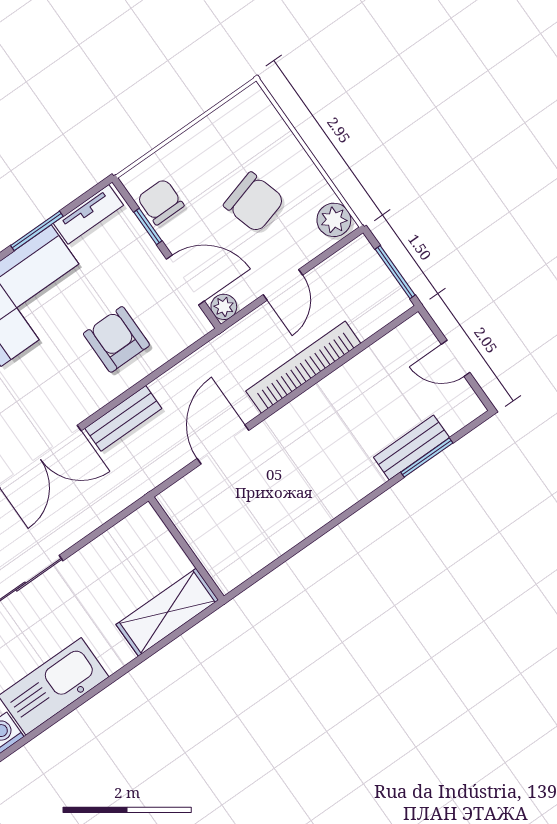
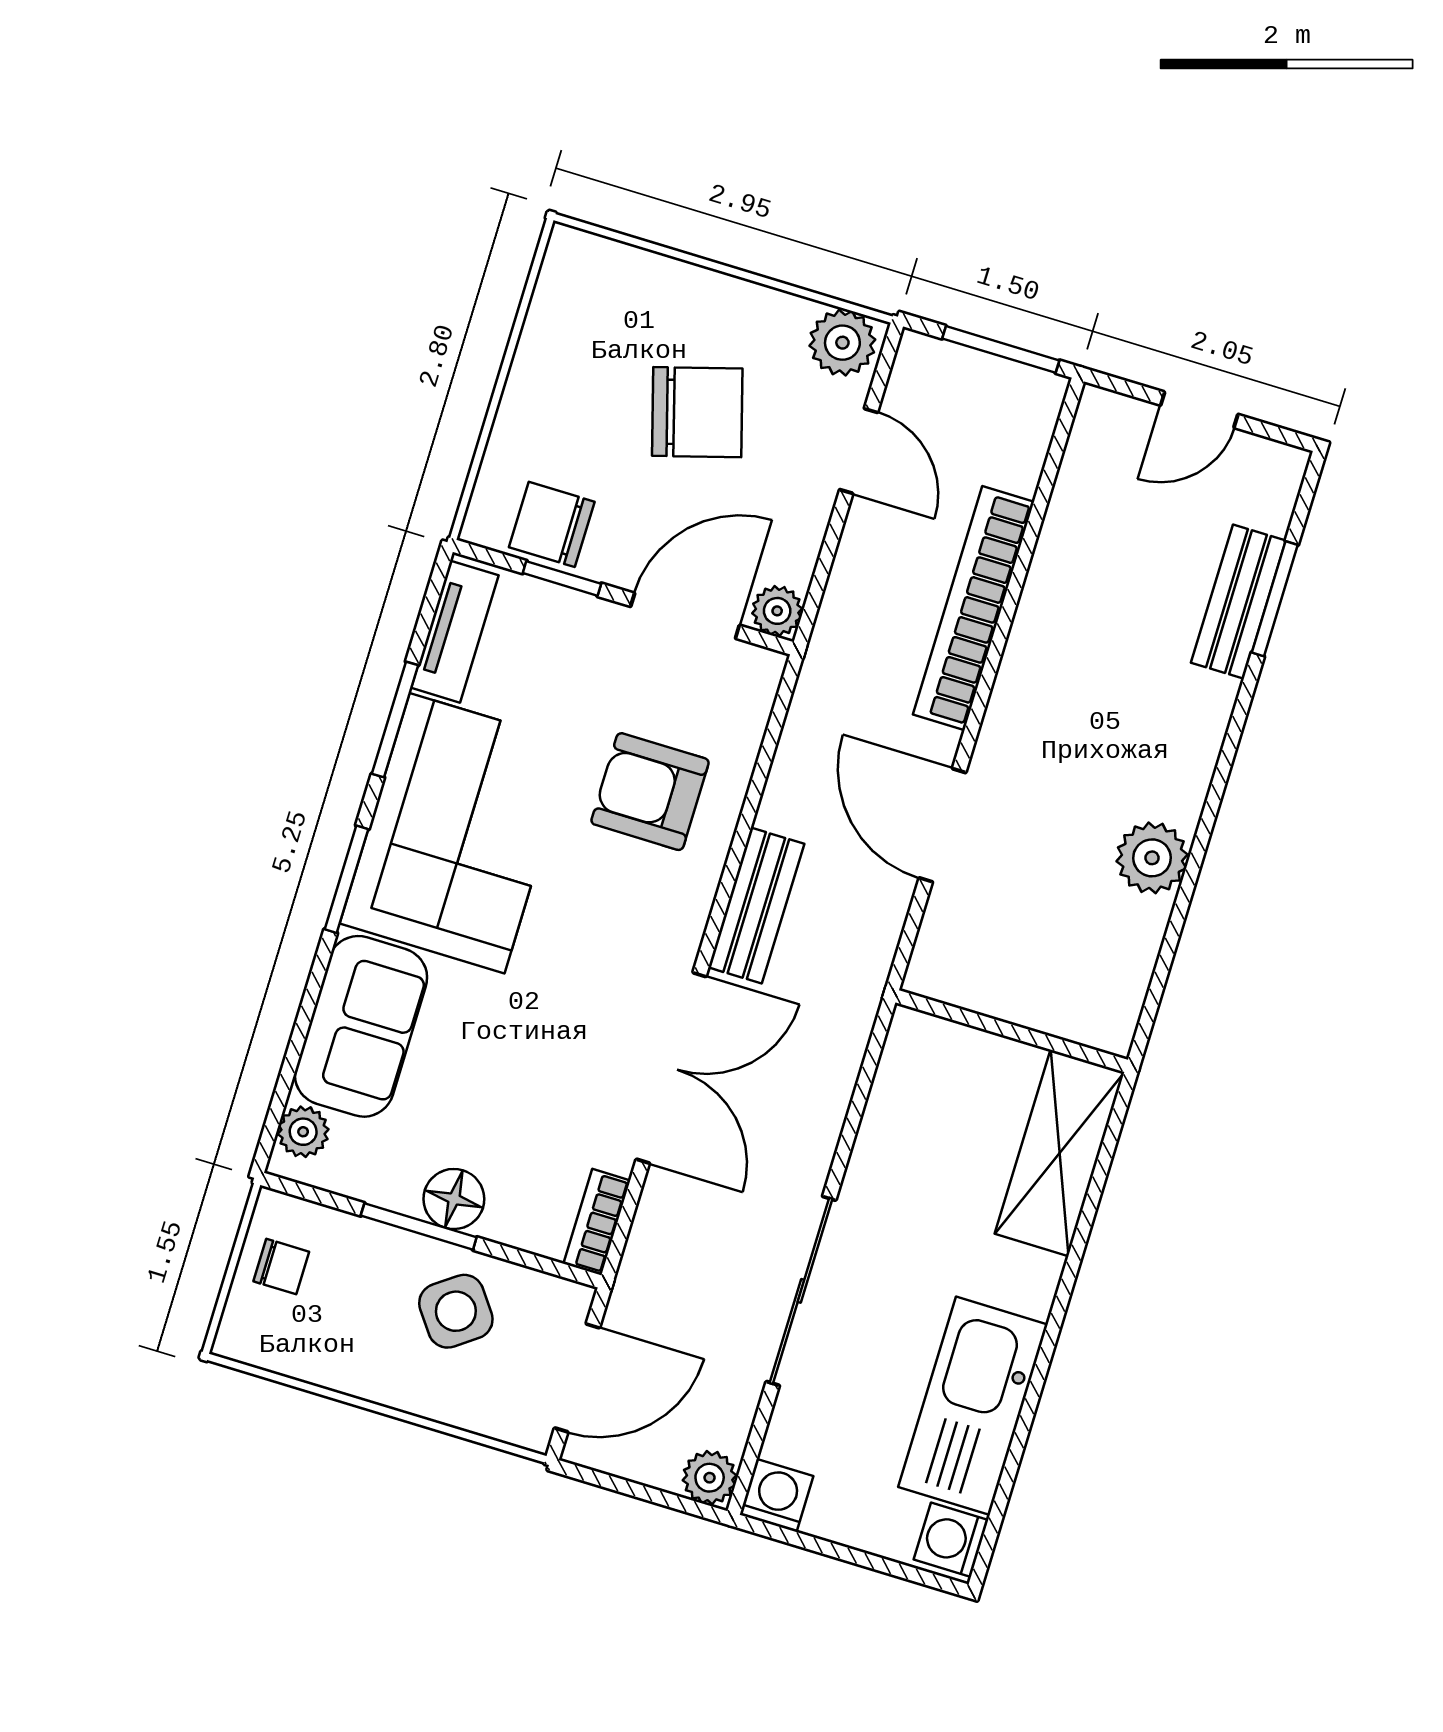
door: (283, 285) -> (859, 451), moved
plant: (297, 523) -> (1152, 858), added

